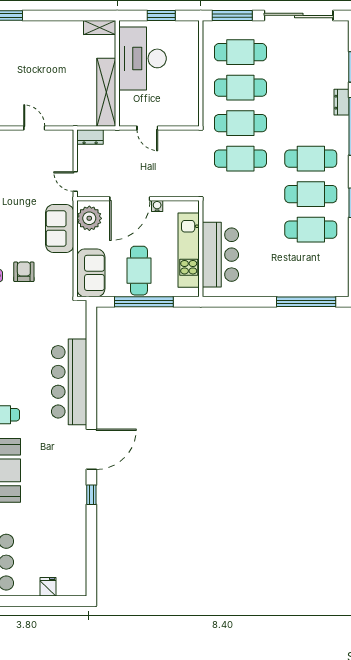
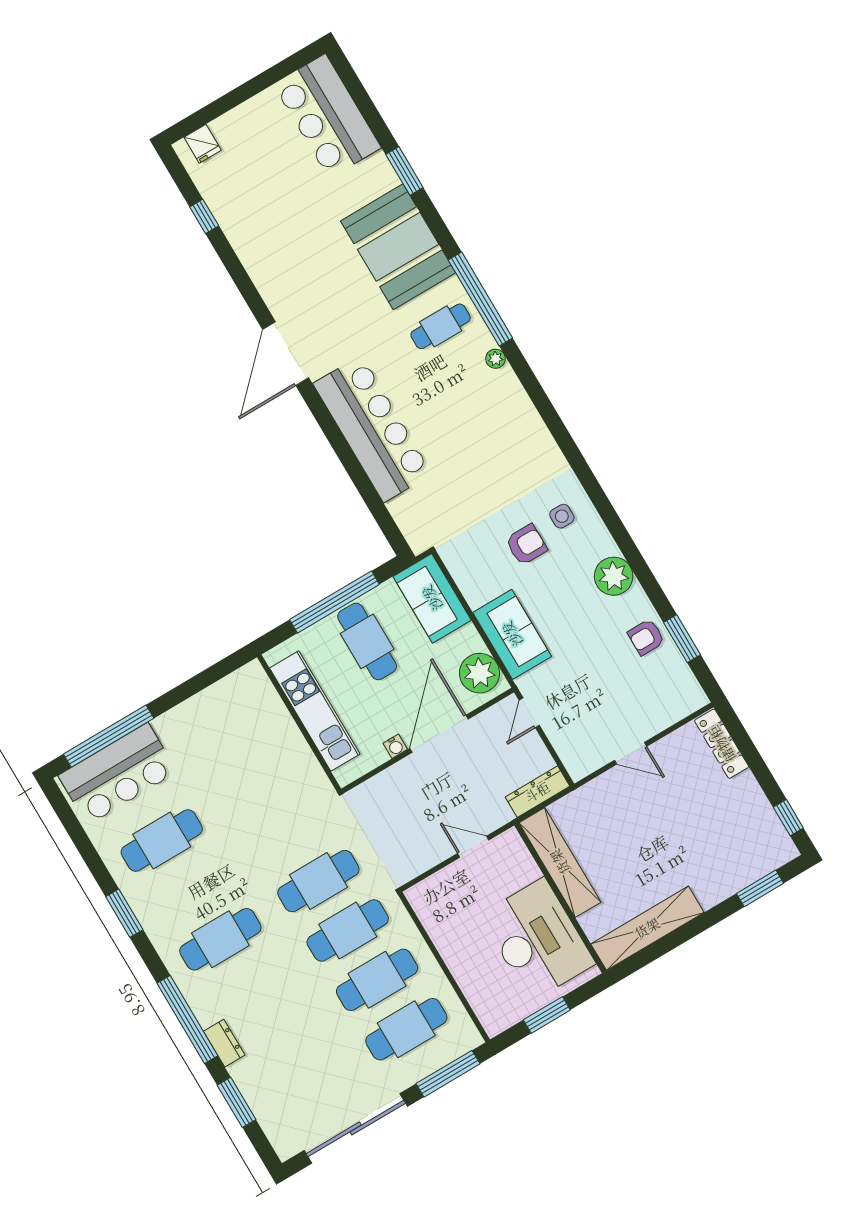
shelving: (100, 27) -> (647, 928), width x2.20, depth x1.33
dresser: (90, 137) -> (537, 792), width x1.44
door: (75, 182) -> (529, 713), swing flipped
cafe table: (311, 194) -> (191, 890), removed
bar counter: (220, 255) -> (118, 774), moved, turned -90
armchair: (24, 272) -> (526, 545), turned -90
window: (91, 495) -> (204, 216), moved
fridge: (48, 587) -> (203, 144), moved

